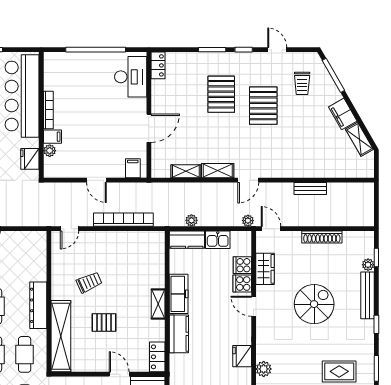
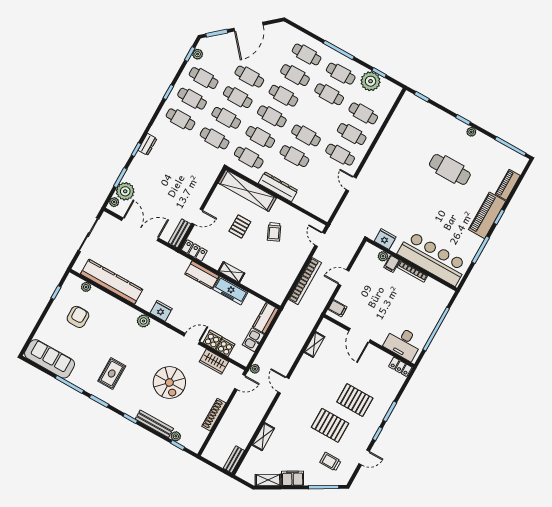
shelving: (218, 171) -> (263, 437), moved
bench: (310, 188) -> (234, 459), moved
plant: (191, 220) -> (277, 329), removed

